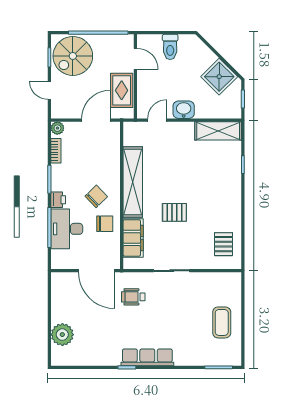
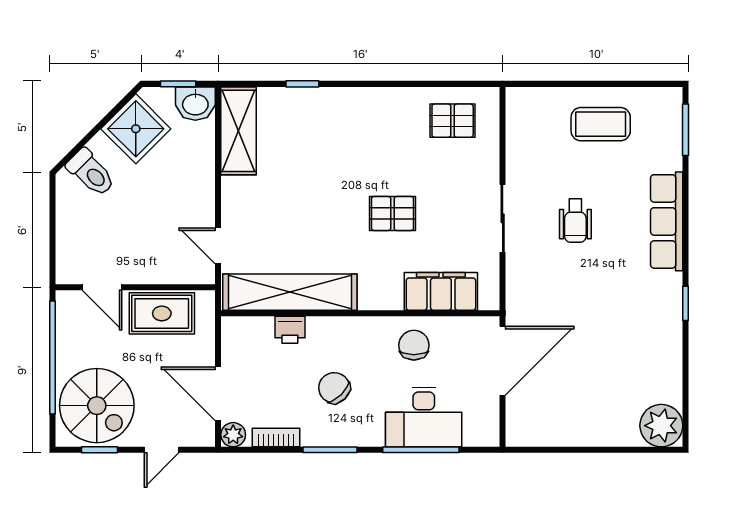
toilet: (170, 47) -> (91, 173), moved, turned 45
door: (135, 59) -> (102, 287), swing flipped
washbasin: (184, 110) -> (195, 104), moved, turned -90
door: (96, 120) -> (218, 394), moved
shelving: (133, 182) -> (290, 292), moved
chair: (96, 196) -> (334, 388), moved
printer: (58, 200) -> (290, 330), moved, turned 180
pallet: (174, 212) -> (392, 214), turned 90
wheelchair: (133, 297) -> (575, 221), moved
plant: (62, 335) -> (661, 426), moved
row of seats: (147, 357) -> (667, 221), moved

